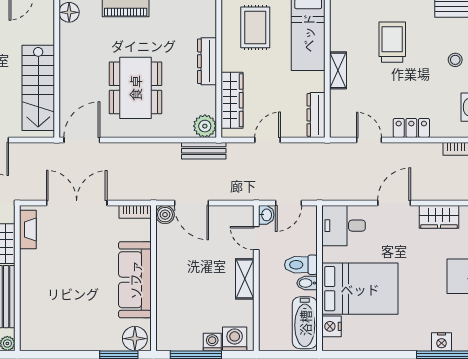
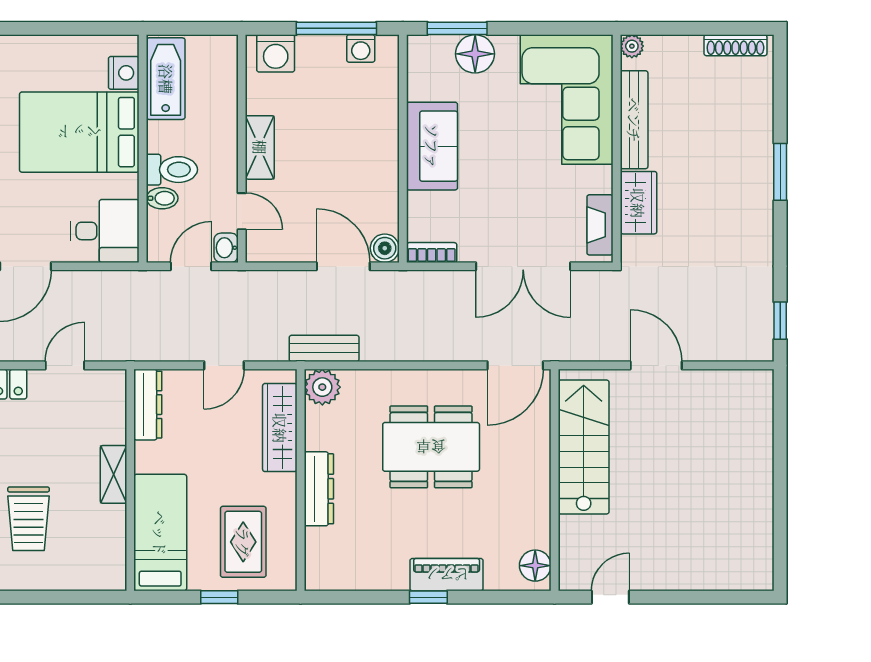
dining table: (135, 88) -> (431, 447), turned 90
door: (369, 140) -> (65, 365), swing flipped
sofa: (135, 280) -> (432, 146), width x0.73
bidet: (307, 283) -> (162, 198), moved
corner sofa: (49, 309) -> (567, 99), added
floor lamp: (135, 339) -> (475, 54), moved
washing machine: (212, 342) -> (361, 48), moved

